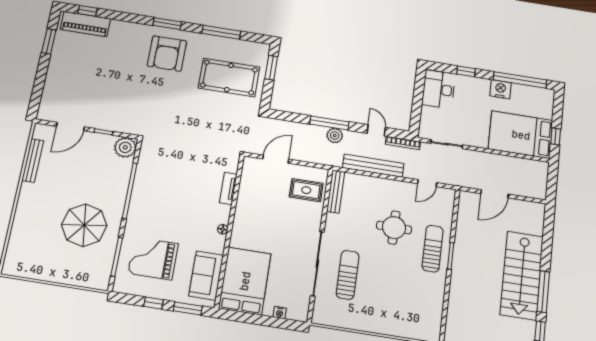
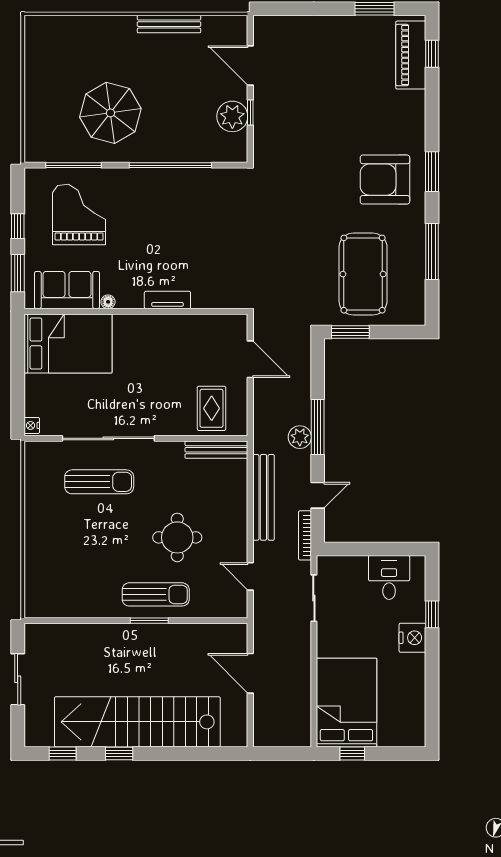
window: (271, 68) -> (350, 332), moved
window: (520, 80) -> (432, 695), removed
desk: (439, 89) -> (389, 577), width x0.73
nightstand: (501, 89) -> (412, 638), moved
plant: (125, 147) -> (232, 116), moved
bench: (33, 160) -> (169, 24), moved
tv unit: (228, 188) -> (167, 300), moved
floor lamp: (223, 229) -> (108, 302), moved
stairs: (522, 275) -> (137, 722), width x1.36
window: (543, 292) -> (119, 754), width x0.46
nightstand: (280, 313) -> (32, 425), moved

